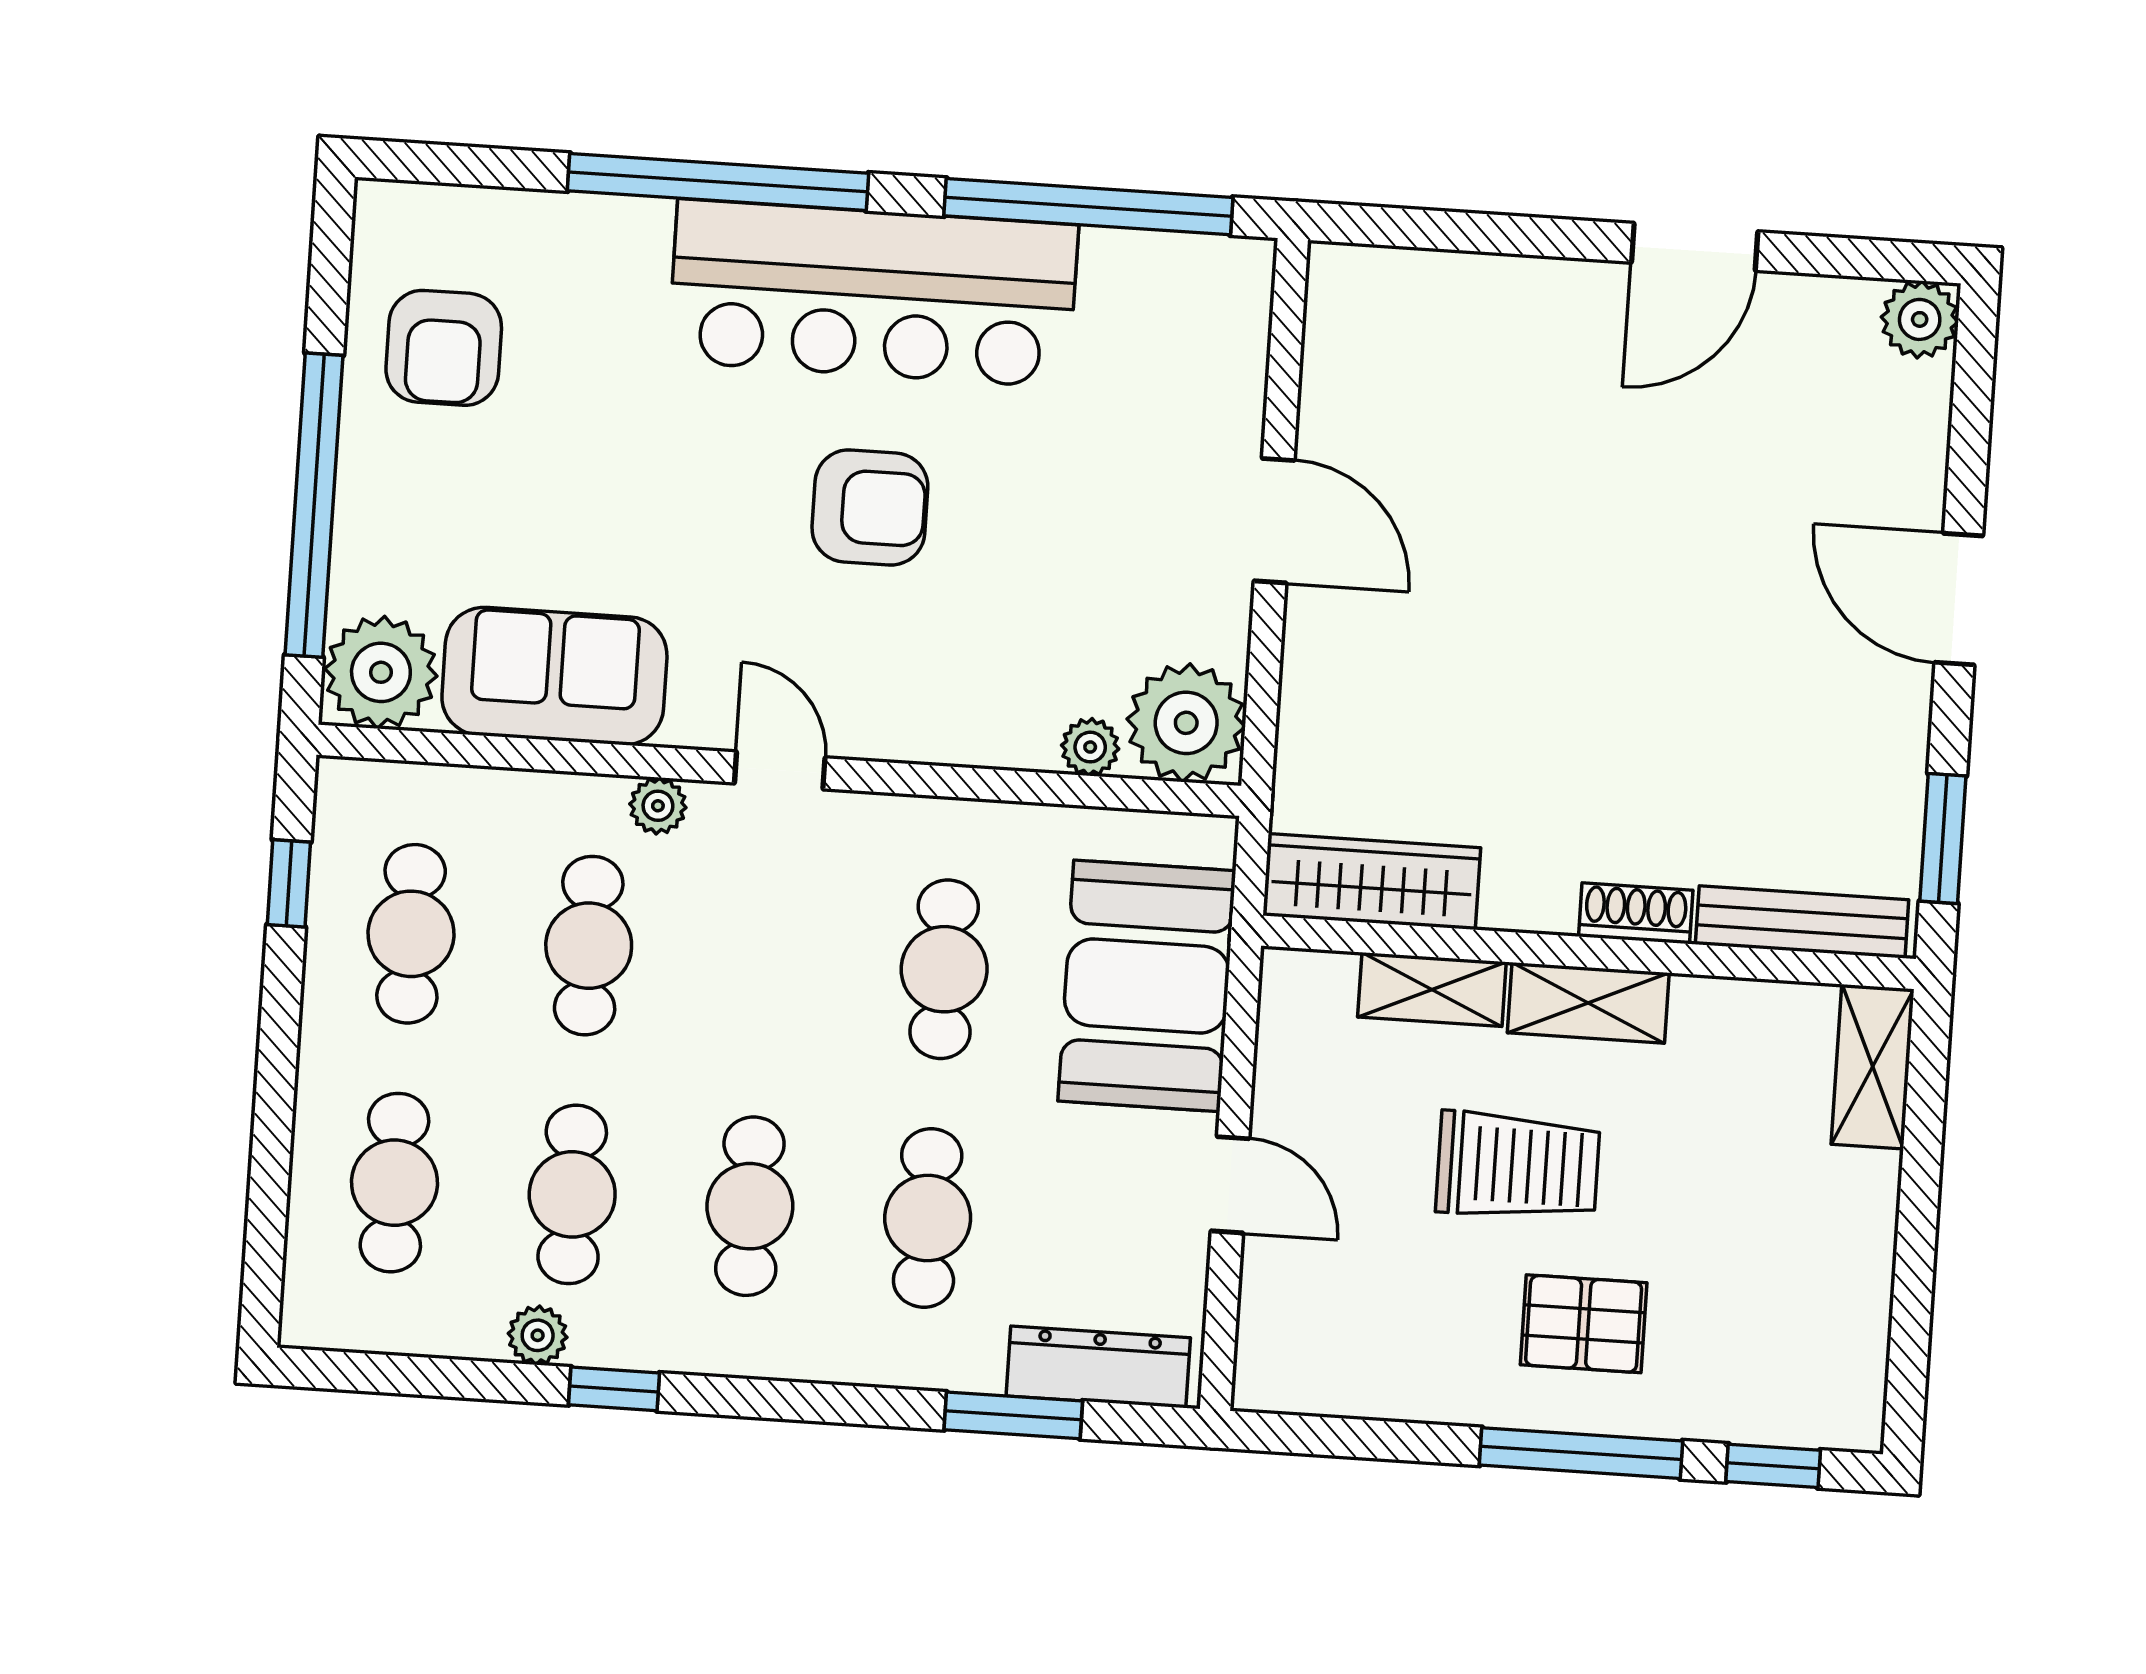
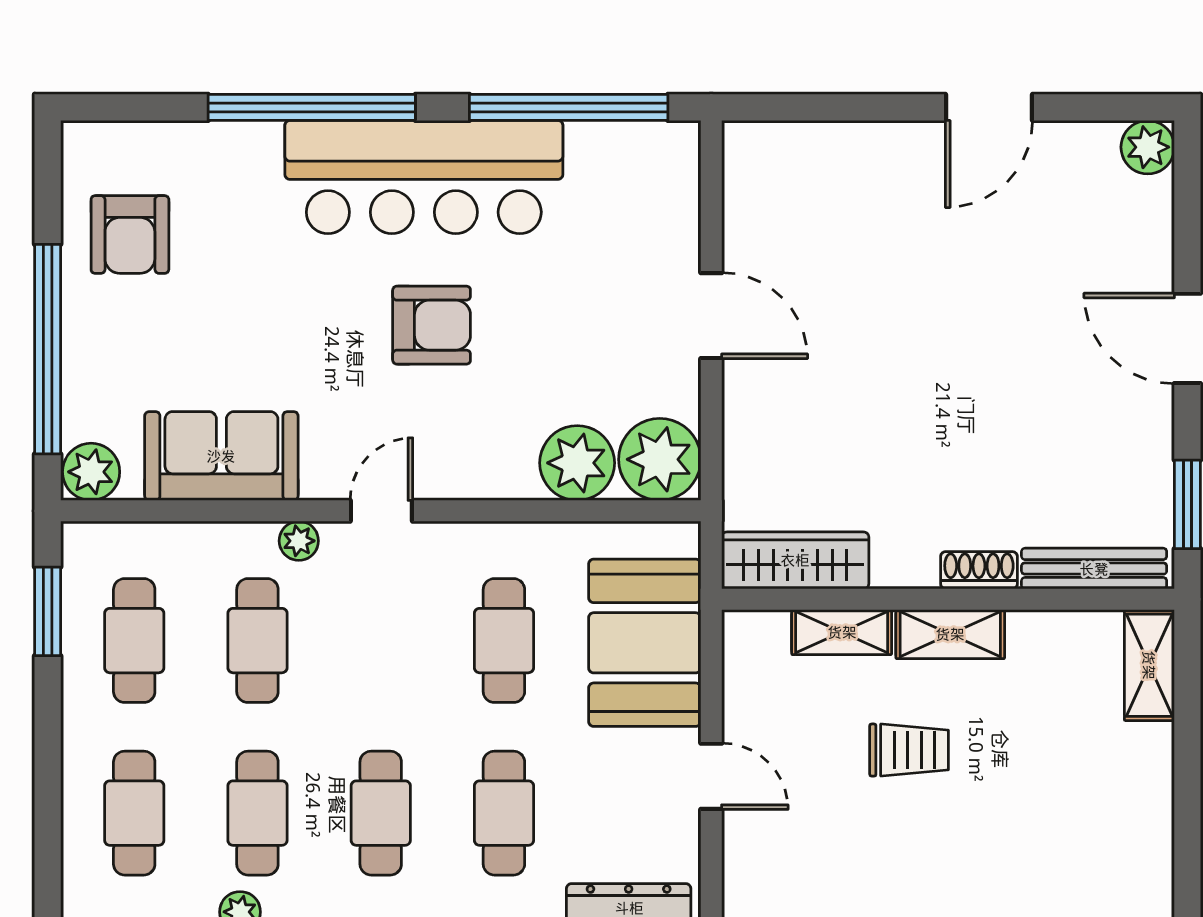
plant: (381, 672) -> (91, 472), width x0.73, depth x0.73
plant: (1090, 747) -> (577, 463), width x1.88, depth x1.88
door: (780, 770) -> (381, 511), hinge flipped
window: (289, 883) -> (48, 611), width x1.50
trolley: (1518, 1166) -> (909, 750), width x0.73, depth x0.72
pallet: (1584, 1324) -> (962, 856), removed

